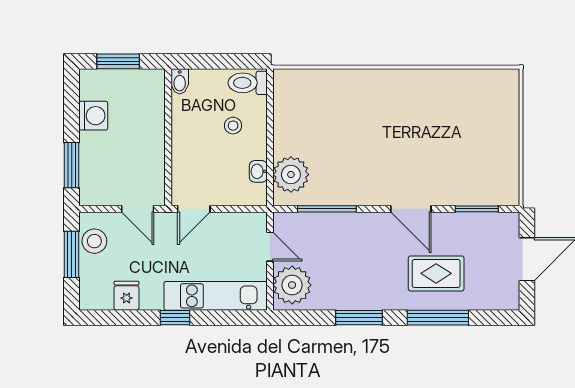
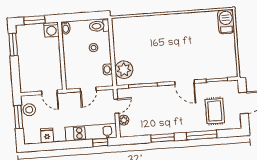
barbecue: (504, 93) -> (226, 22), added
washing machine: (93, 116) -> (51, 30), moved, turned 90
window: (72, 165) -> (13, 45), moved
door: (194, 209) -> (88, 89), moved
door: (270, 247) -> (116, 106), hinge flipped
rug: (436, 273) -> (215, 111), moved, turned 90
plant: (292, 285) -> (124, 120), width x0.53, depth x0.53
window: (175, 318) -> (100, 142), moved

